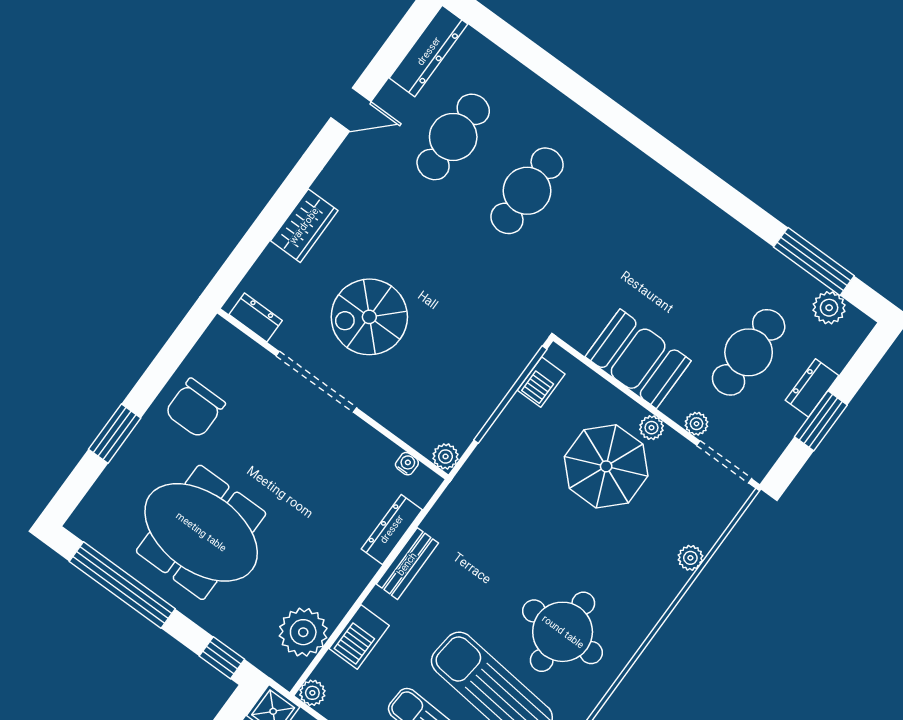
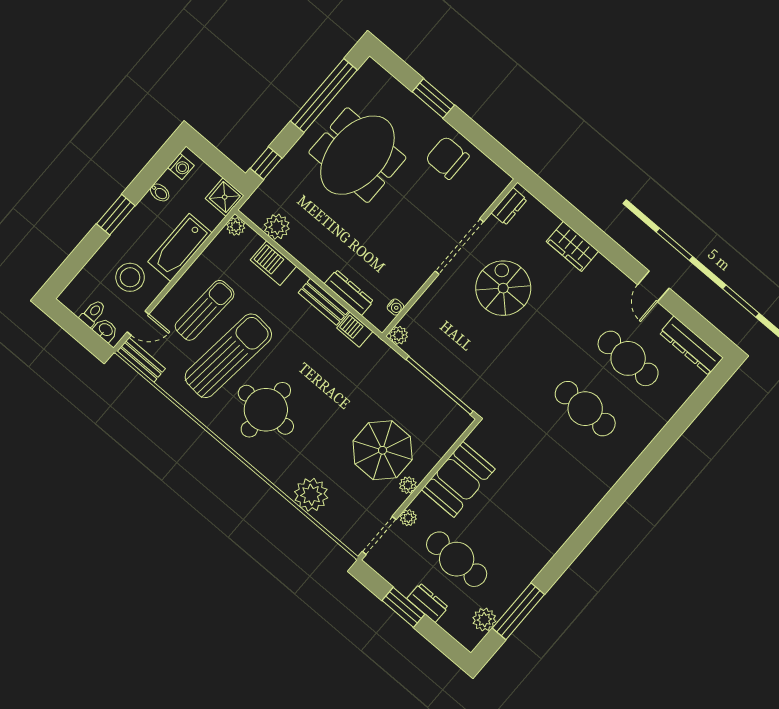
barbecue: (541, 382) -> (355, 330), moved
plant: (690, 558) -> (311, 495), width x1.88, depth x1.88
plant: (303, 632) -> (277, 227), width x0.73, depth x0.73

